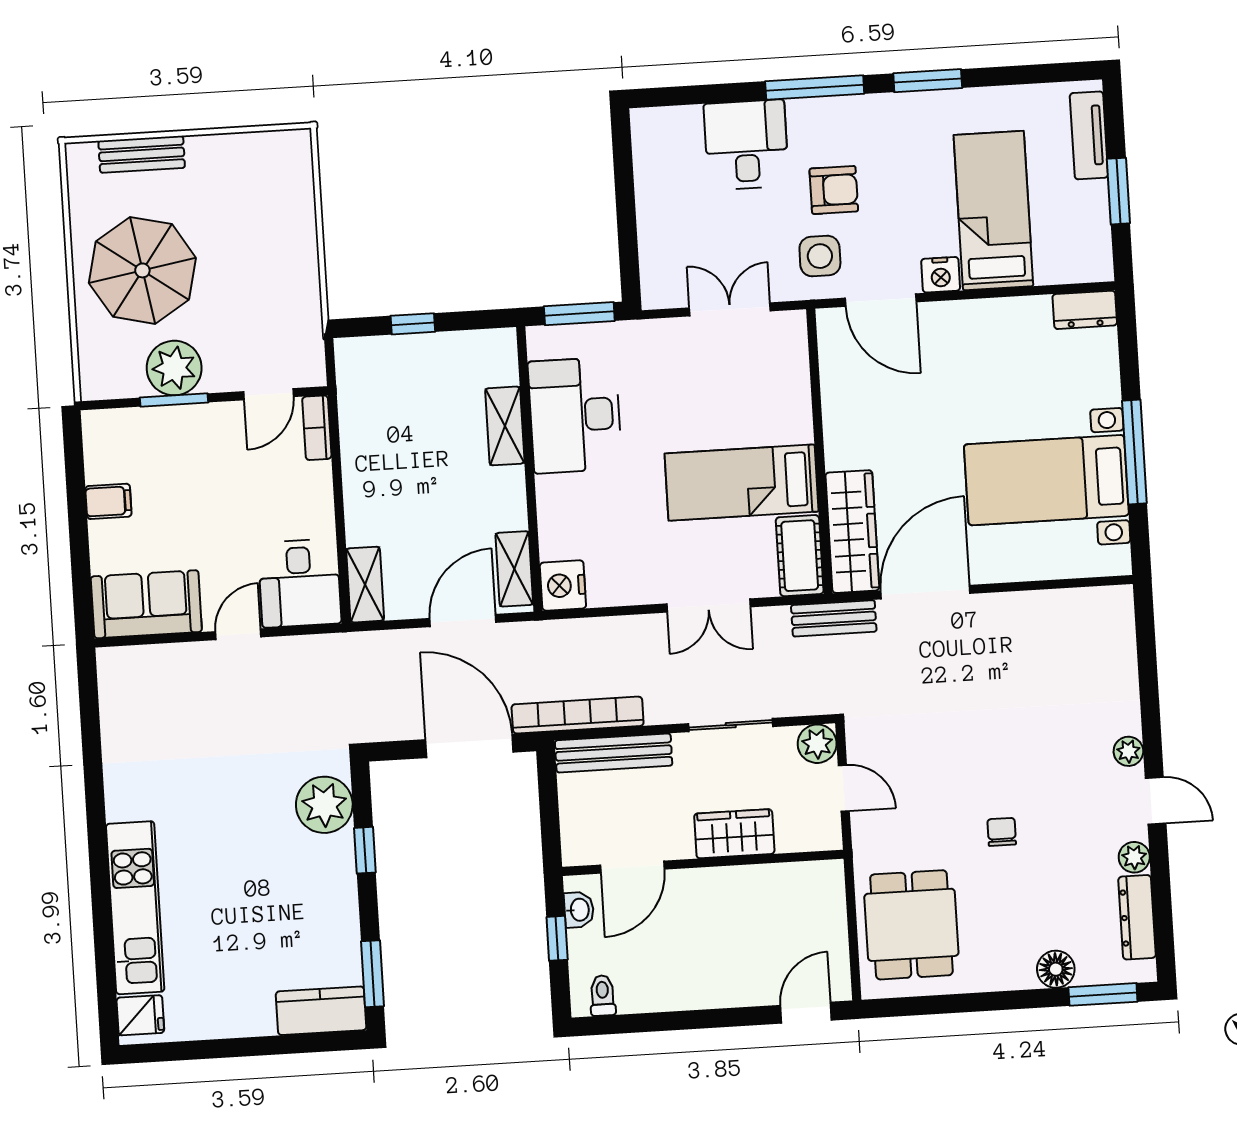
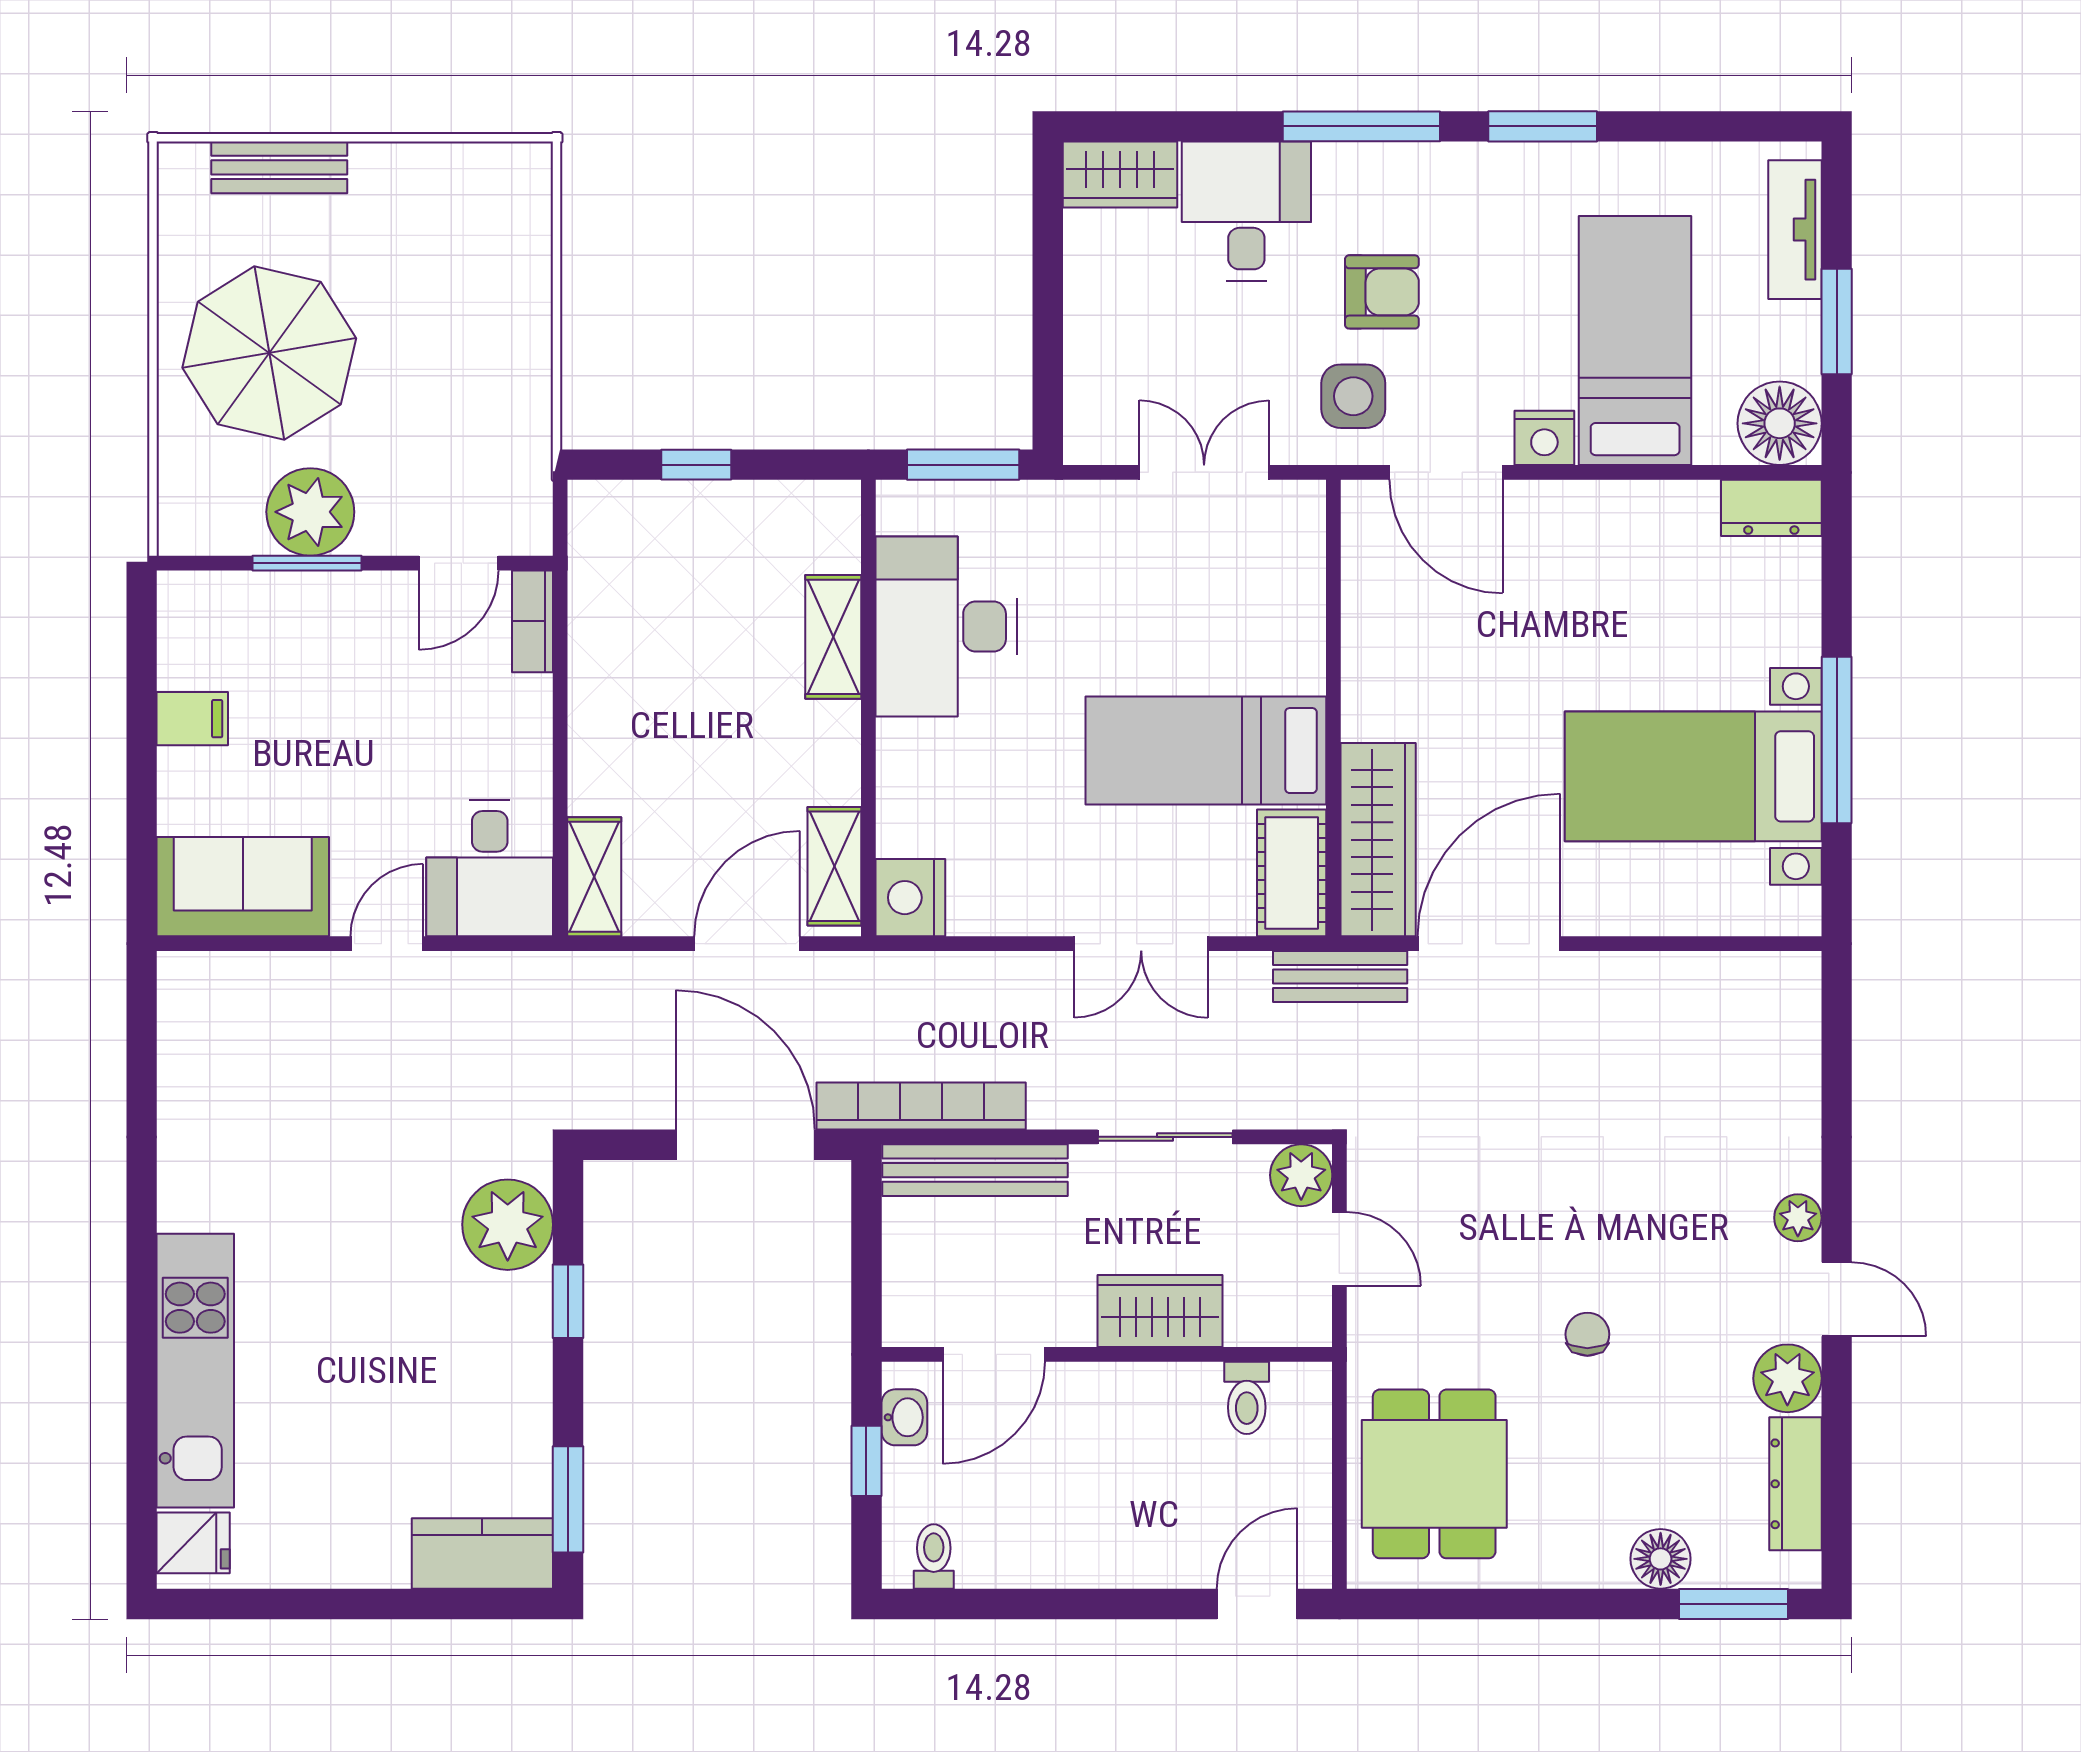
wardrobe: (666, 127) -> (1120, 175), added
floor lamp: (1087, 257) -> (1780, 423), added
plant: (1134, 857) -> (1787, 1378), width x1.38, depth x1.38
toilet: (792, 885) -> (1247, 1398), added

